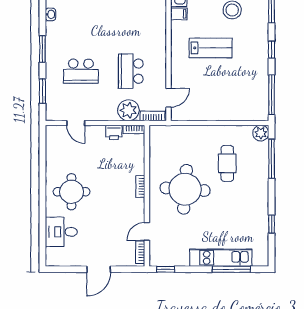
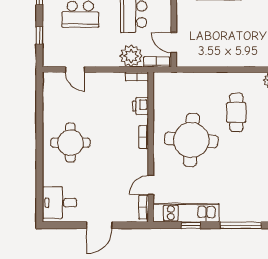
window: (42, 91) -> (39, 35), width x0.67
door: (169, 98) -> (174, 43), swing flipped
printer: (114, 133) -> (141, 106), moved, turned 90
desk: (61, 232) -> (60, 203), moved
kitchen unit: (221, 258) -> (186, 213), moved
window: (166, 269) -> (191, 225), moved

